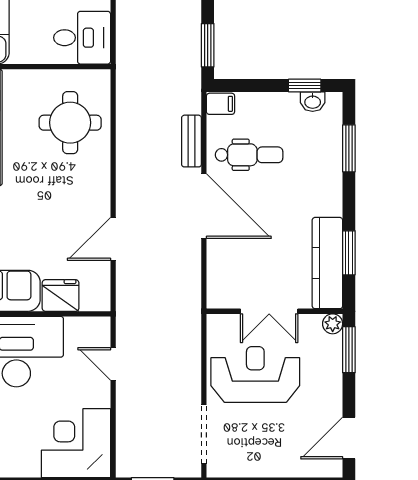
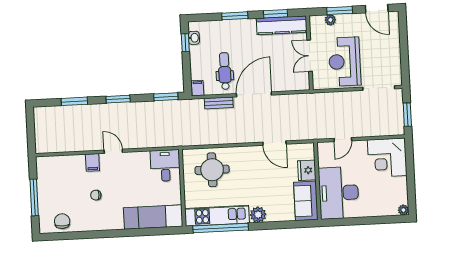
window: (349, 148) -> (235, 16), moved
double door: (269, 311) -> (310, 56), swing flipped
plant: (333, 324) -> (330, 20), moved
window: (349, 350) -> (340, 10), moved

